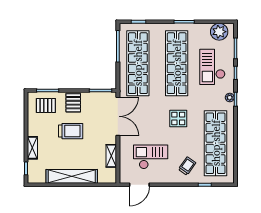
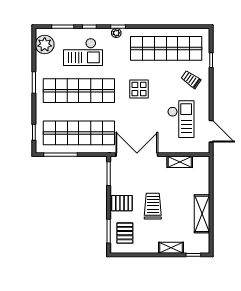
checkout: (151, 157) -> (181, 119), turned 180
shelving: (72, 176) -> (202, 214), width x0.68

